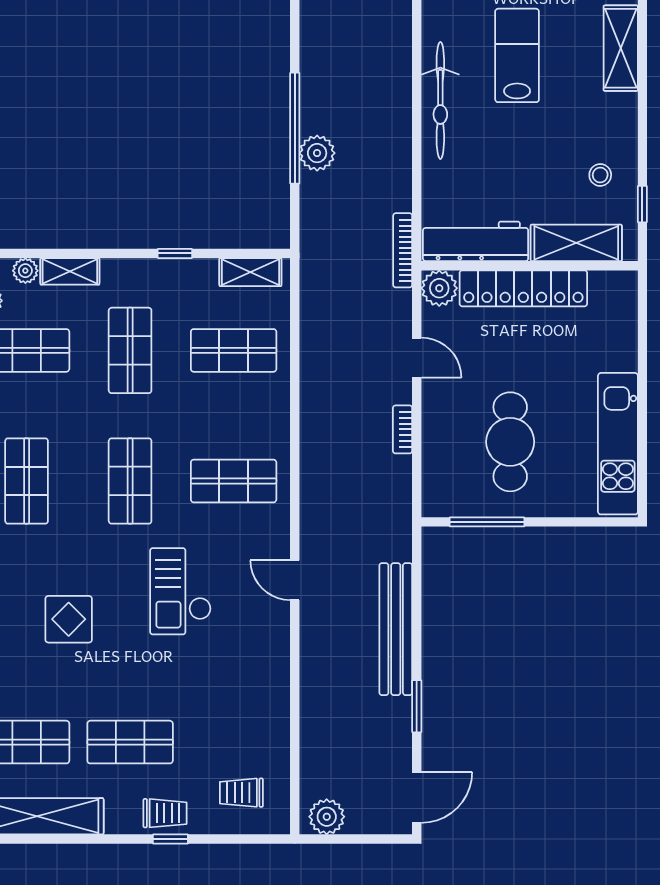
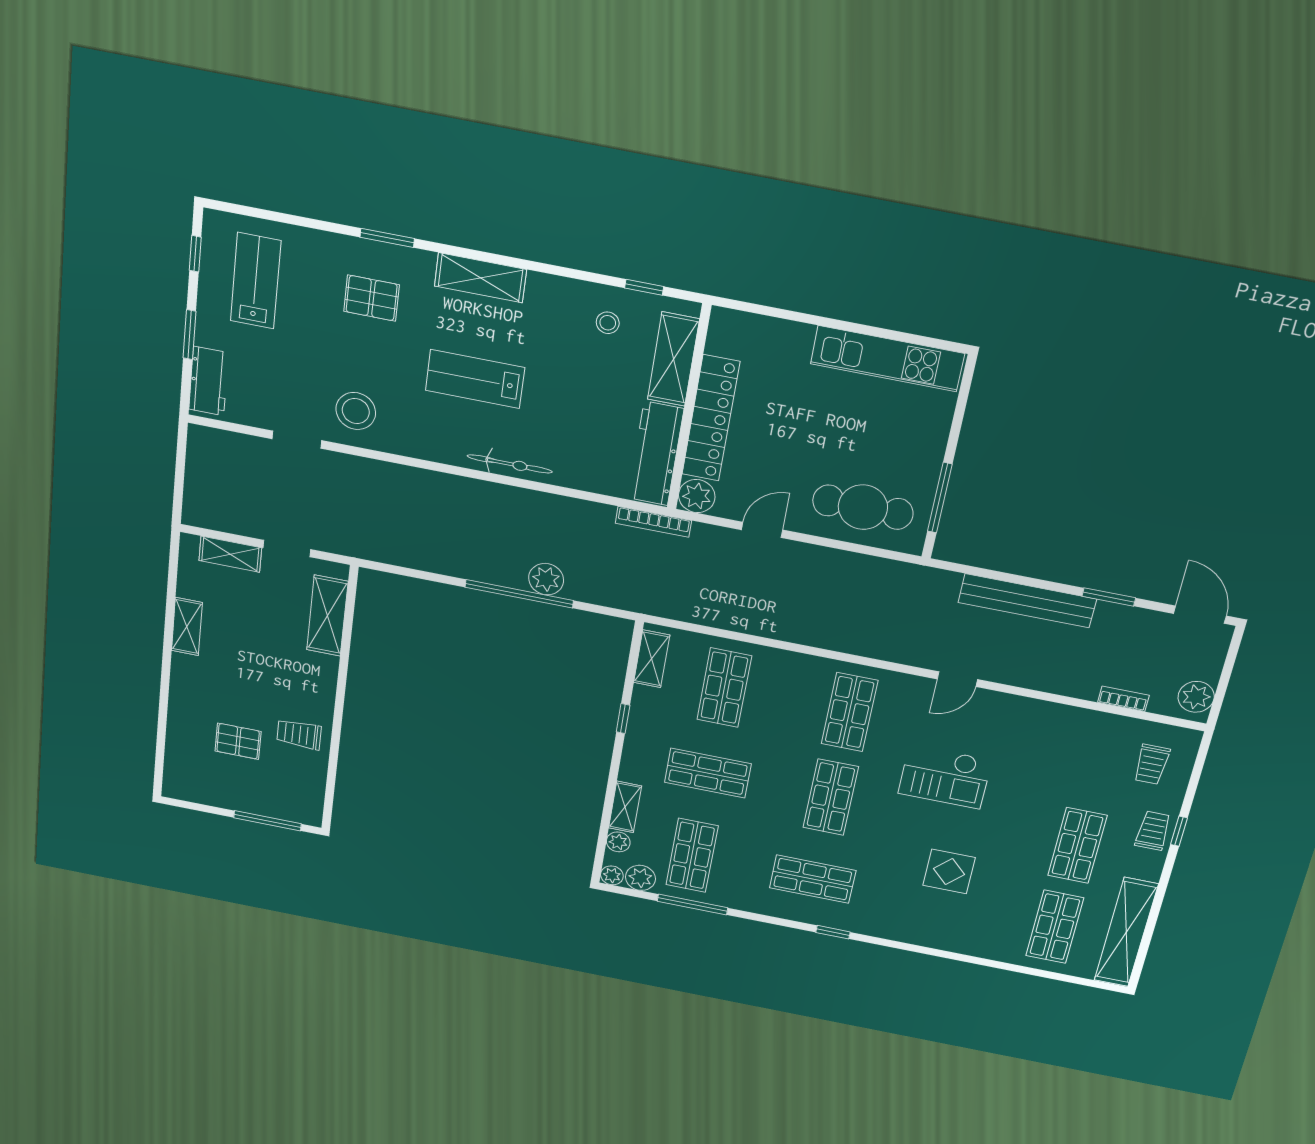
bicycle: (440, 100) -> (510, 464), width x0.73, depth x0.71
bookcase: (403, 429) -> (1123, 699), moved, turned 180
cafe table: (510, 442) -> (863, 507), moved
shop shelf: (130, 481) -> (831, 797), turned 90

